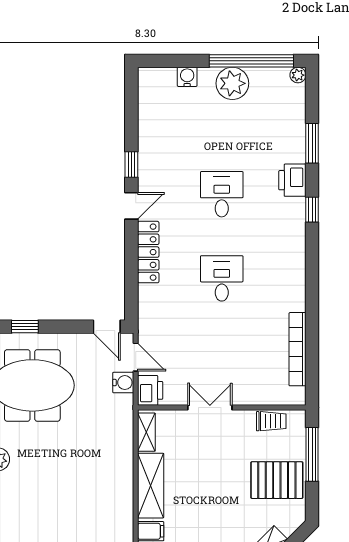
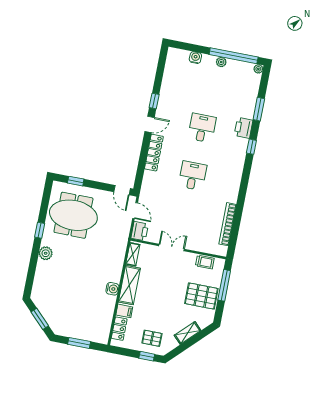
plant: (232, 83) -> (221, 62), width x0.53, depth x0.53
water cooler: (123, 383) -> (112, 289), moved

